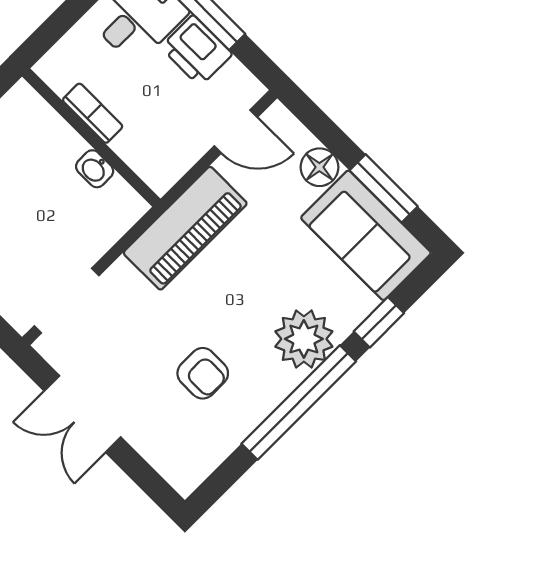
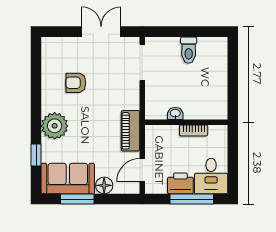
piano: (185, 228) -> (131, 131), width x0.73, depth x0.75
window: (299, 402) -> (36, 104), removed

